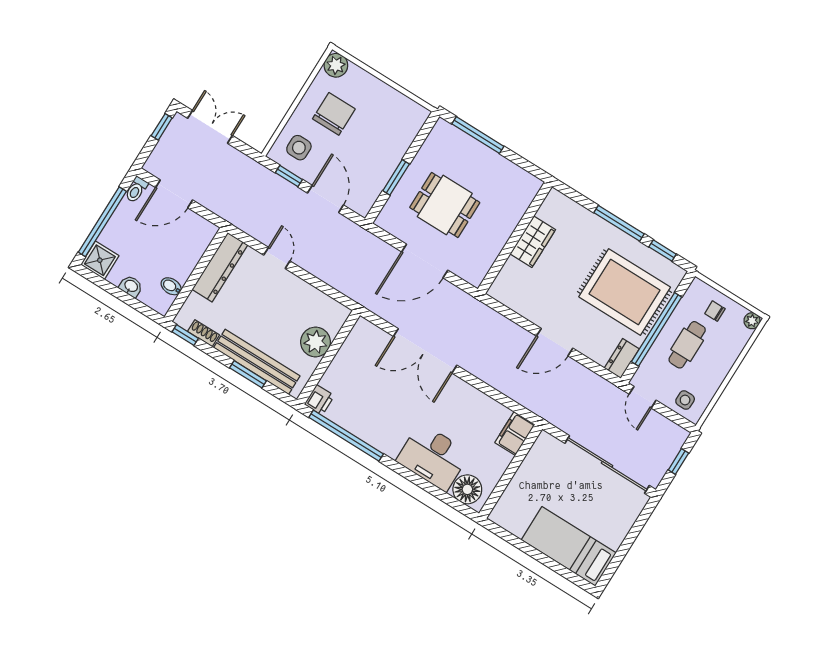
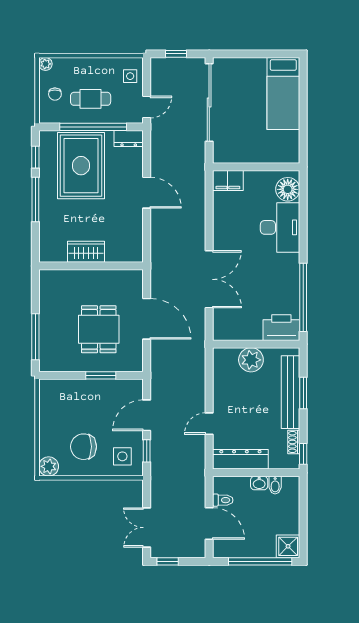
toilet: (136, 190) -> (223, 500), moved
washbasin: (131, 286) -> (259, 483), moved, turned -90
printer: (319, 400) -> (281, 328), width x1.87, depth x1.48

